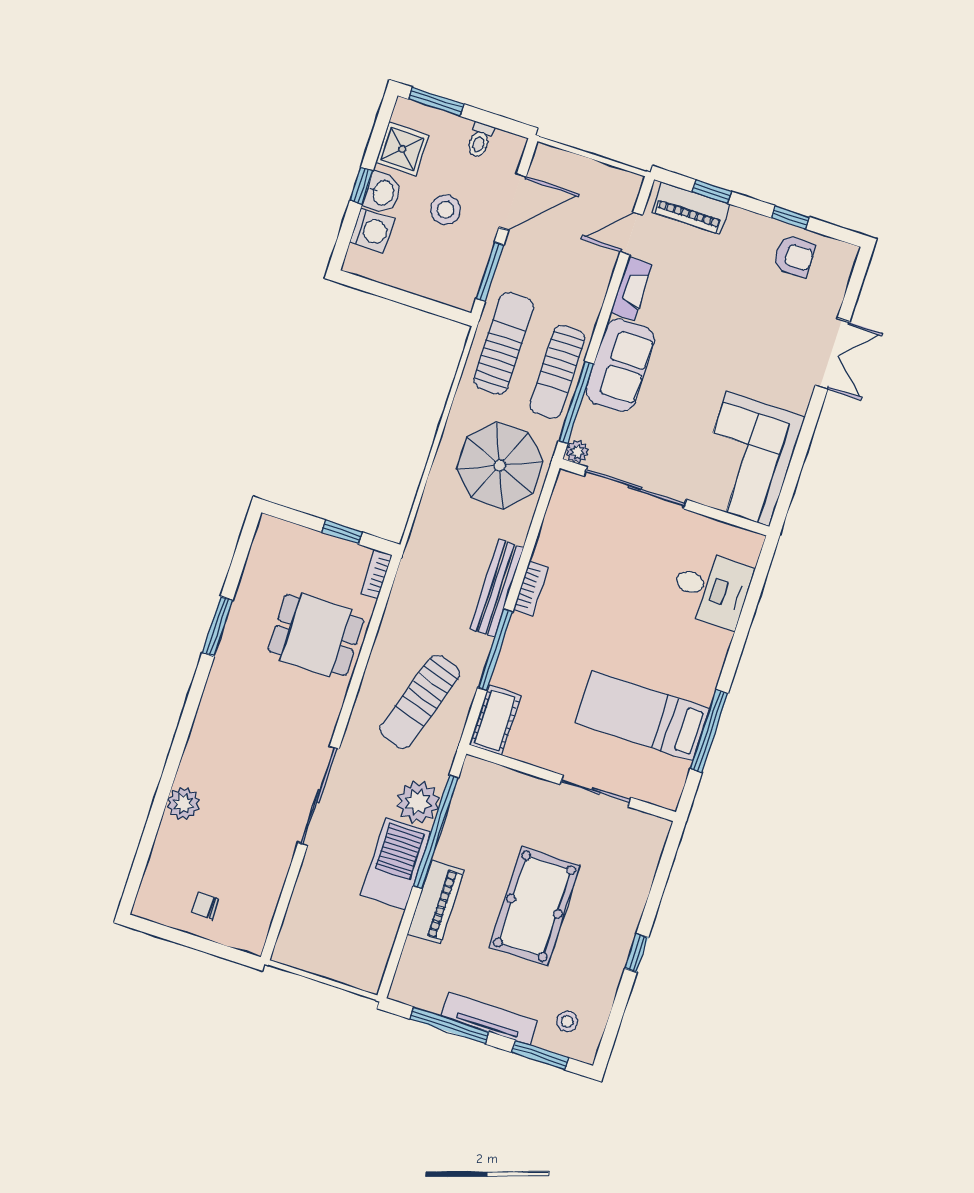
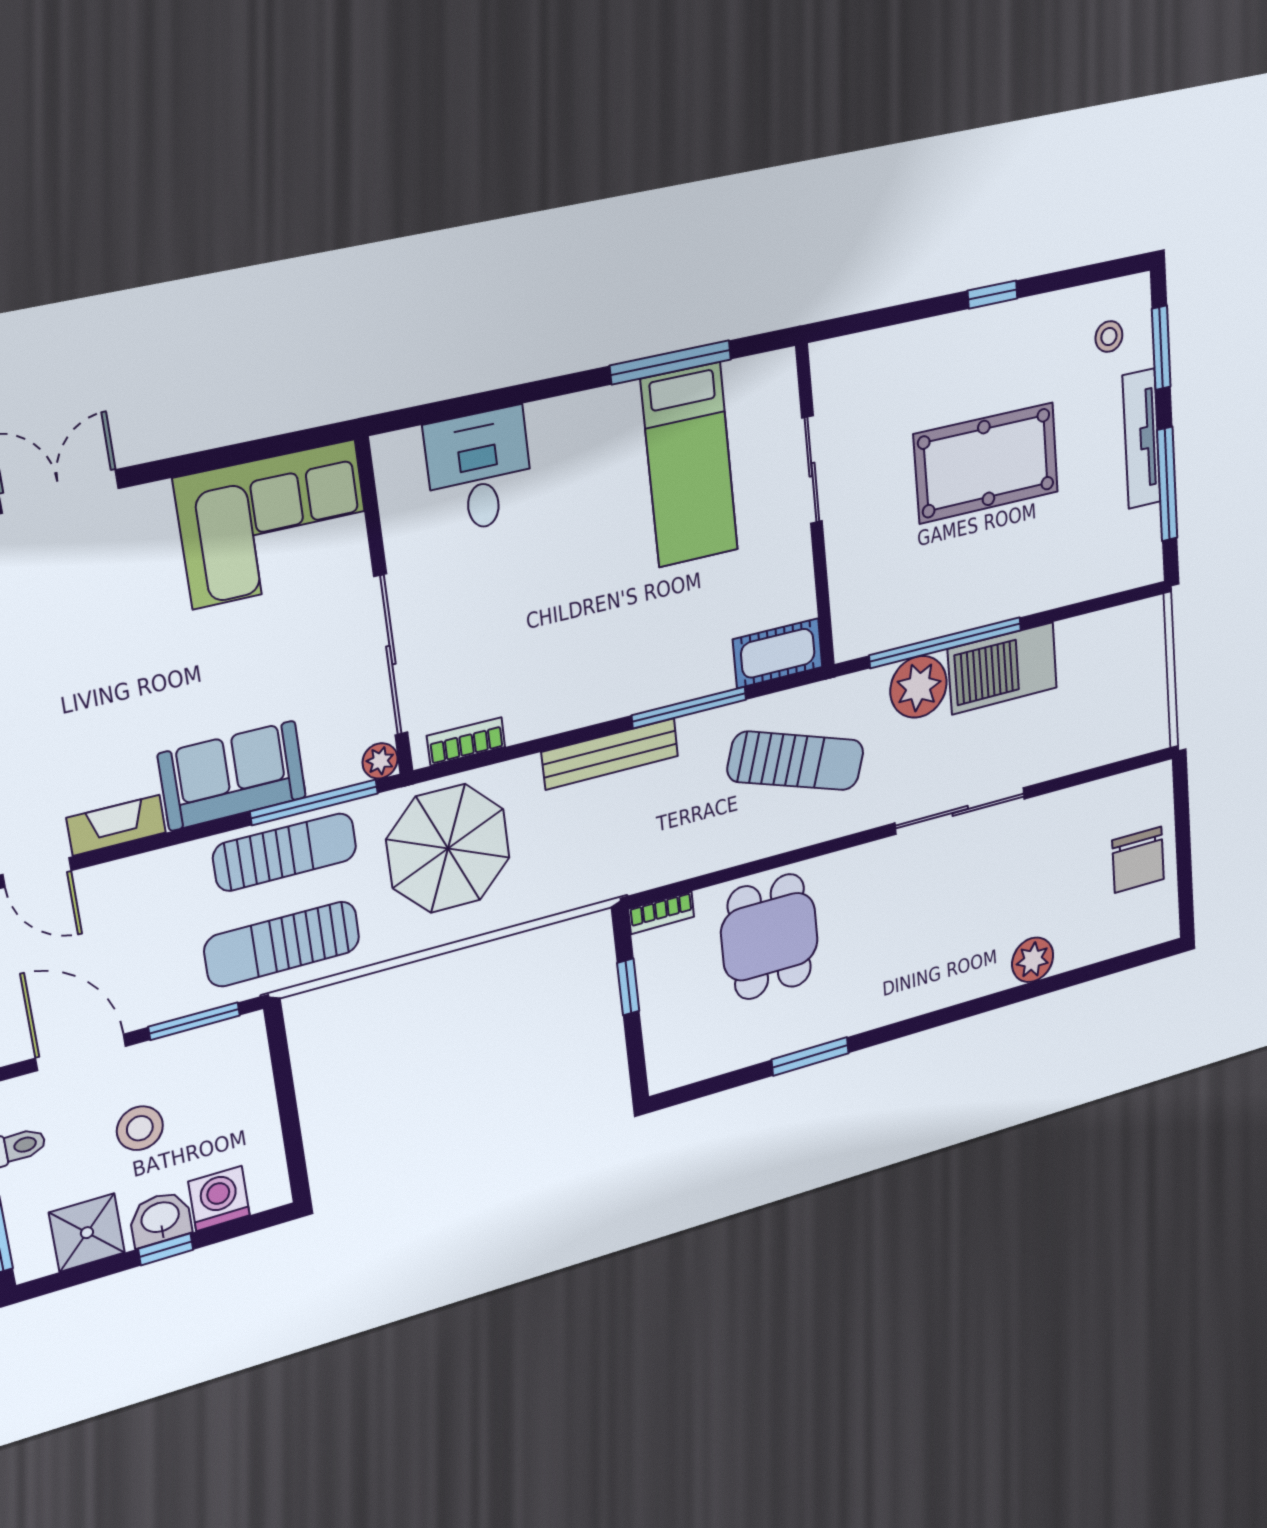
bookcase: (531, 589) -> (466, 741), moved
piano: (436, 902) -> (1029, 590), removed
chair: (205, 906) -> (1138, 860), width x1.87, depth x1.87

